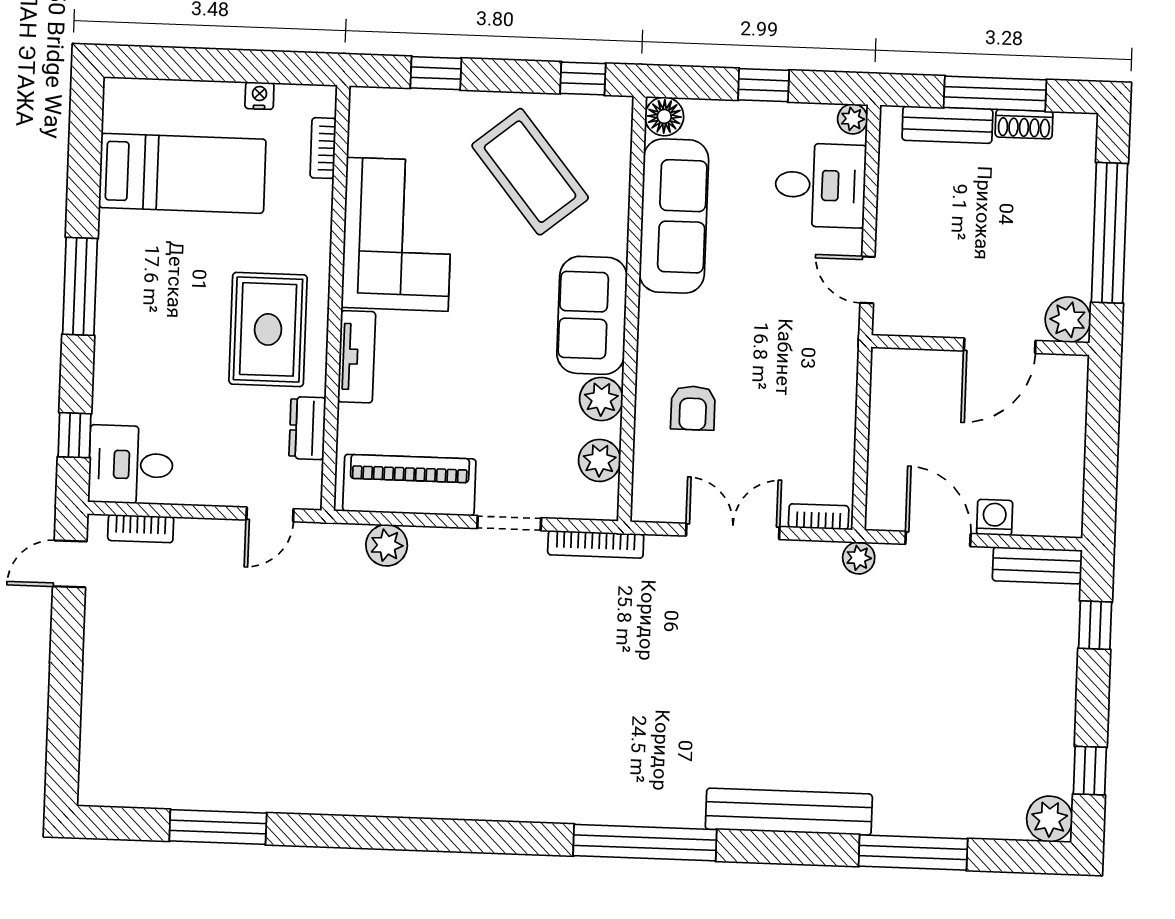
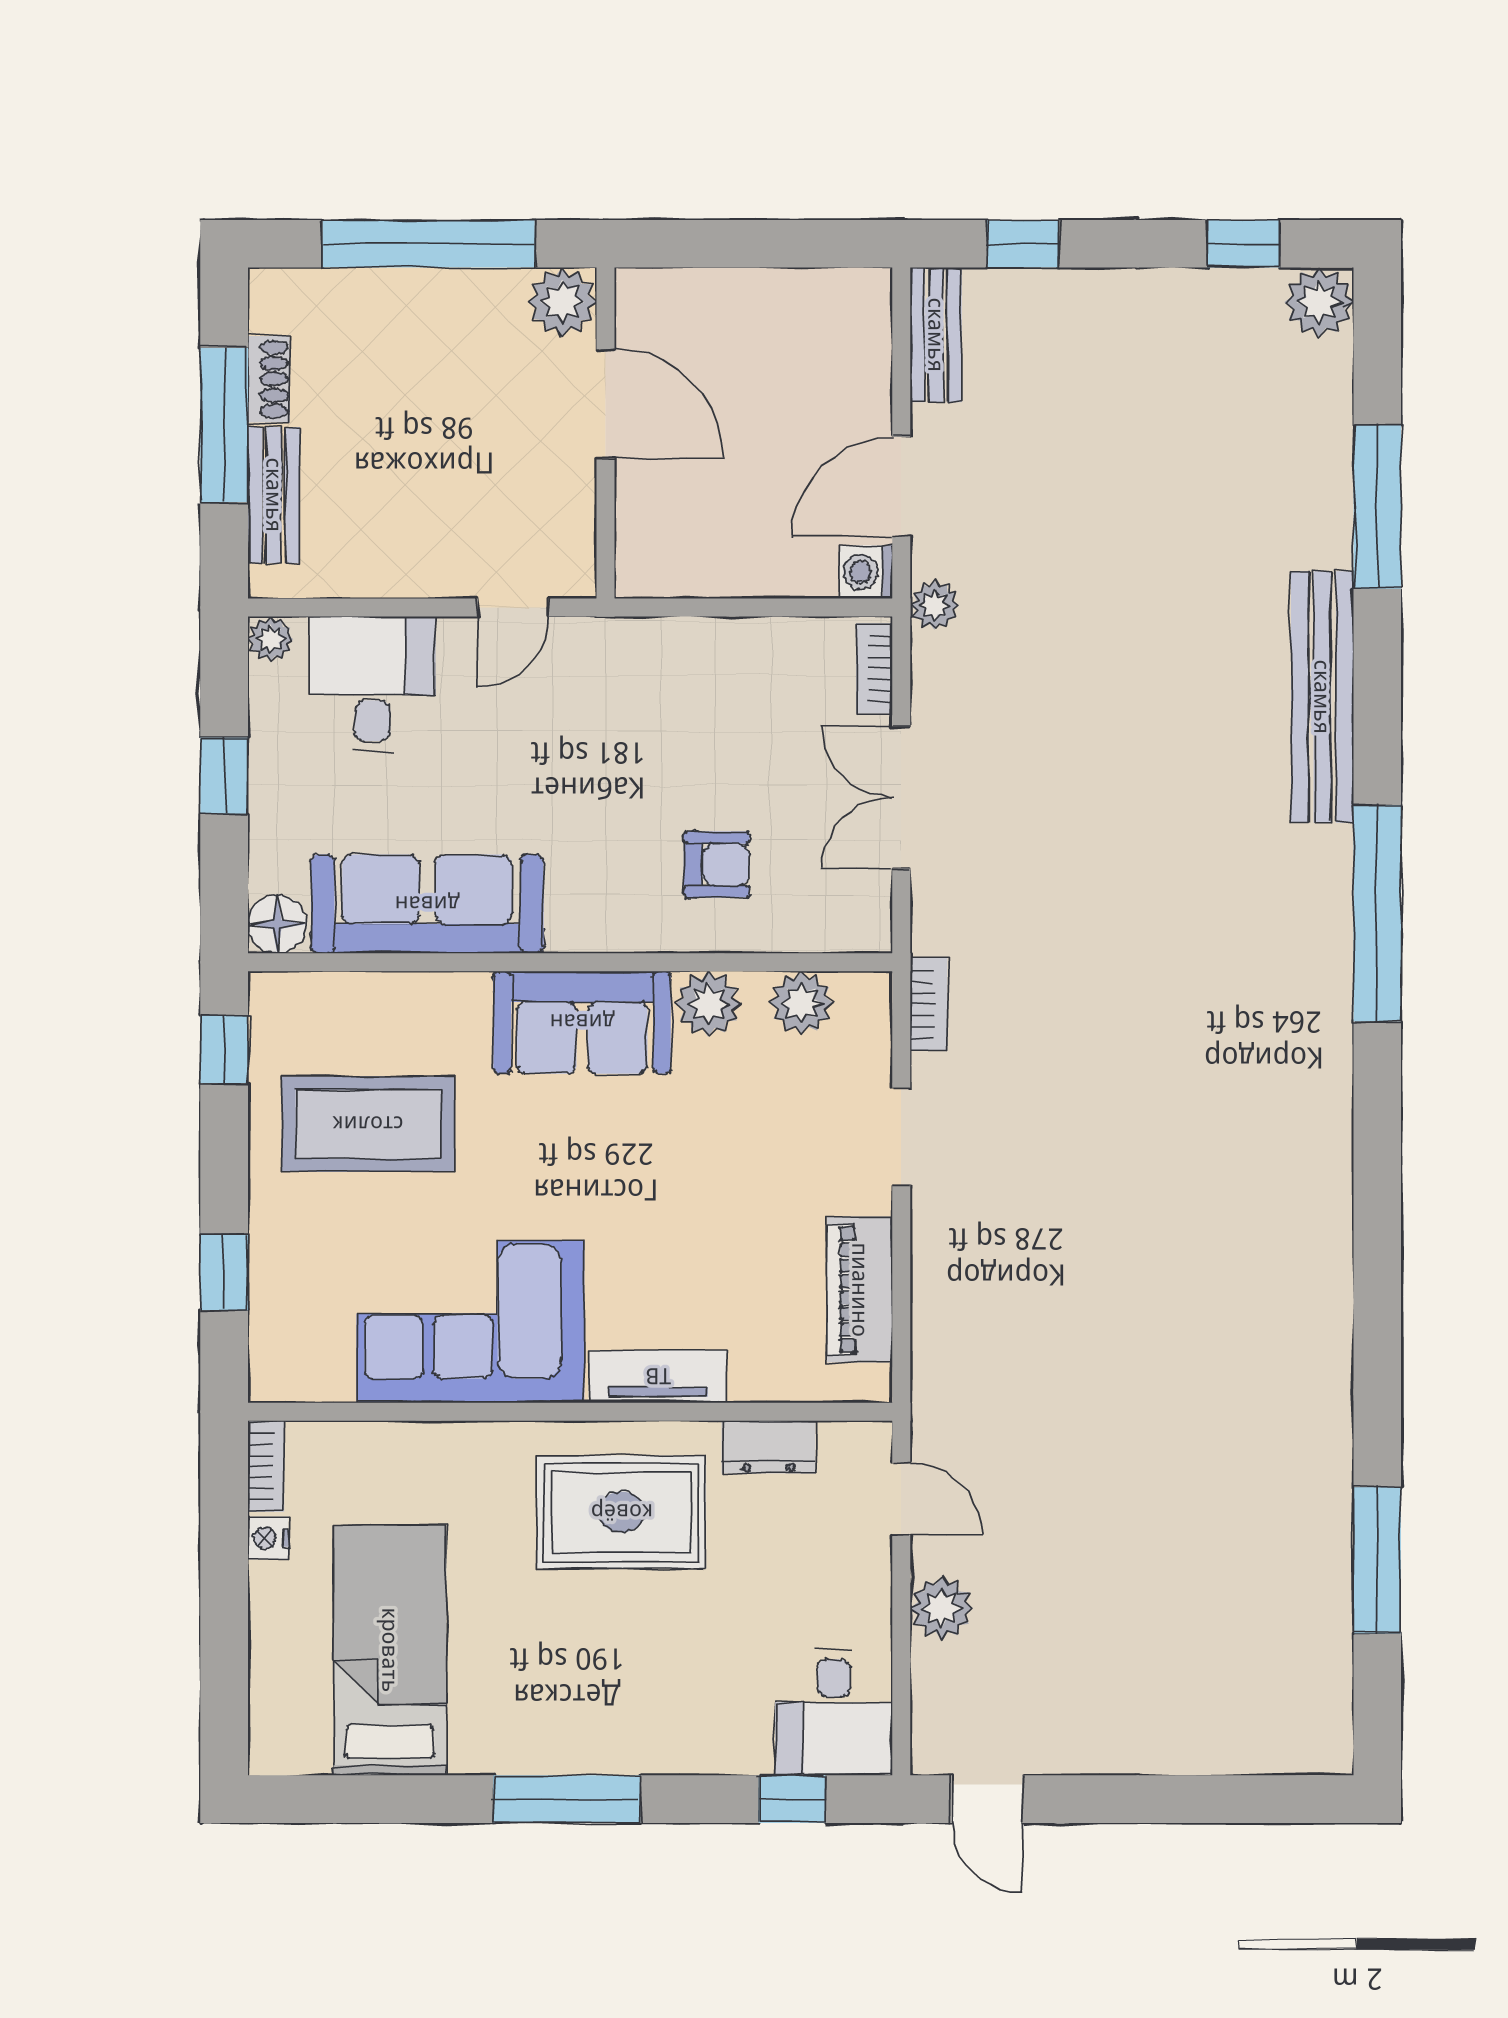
bookcase: (323, 148) -> (266, 1466), moved, turned -90
coffee table: (530, 172) -> (368, 1124), turned 39
piano: (409, 485) -> (860, 1290), width x0.73, depth x0.75
washing machine: (995, 518) -> (866, 572), moved
bookcase: (141, 529) -> (930, 1694), removed
bookcase: (596, 544) -> (929, 1004), width x0.64
plant: (387, 545) -> (941, 1608), moved

